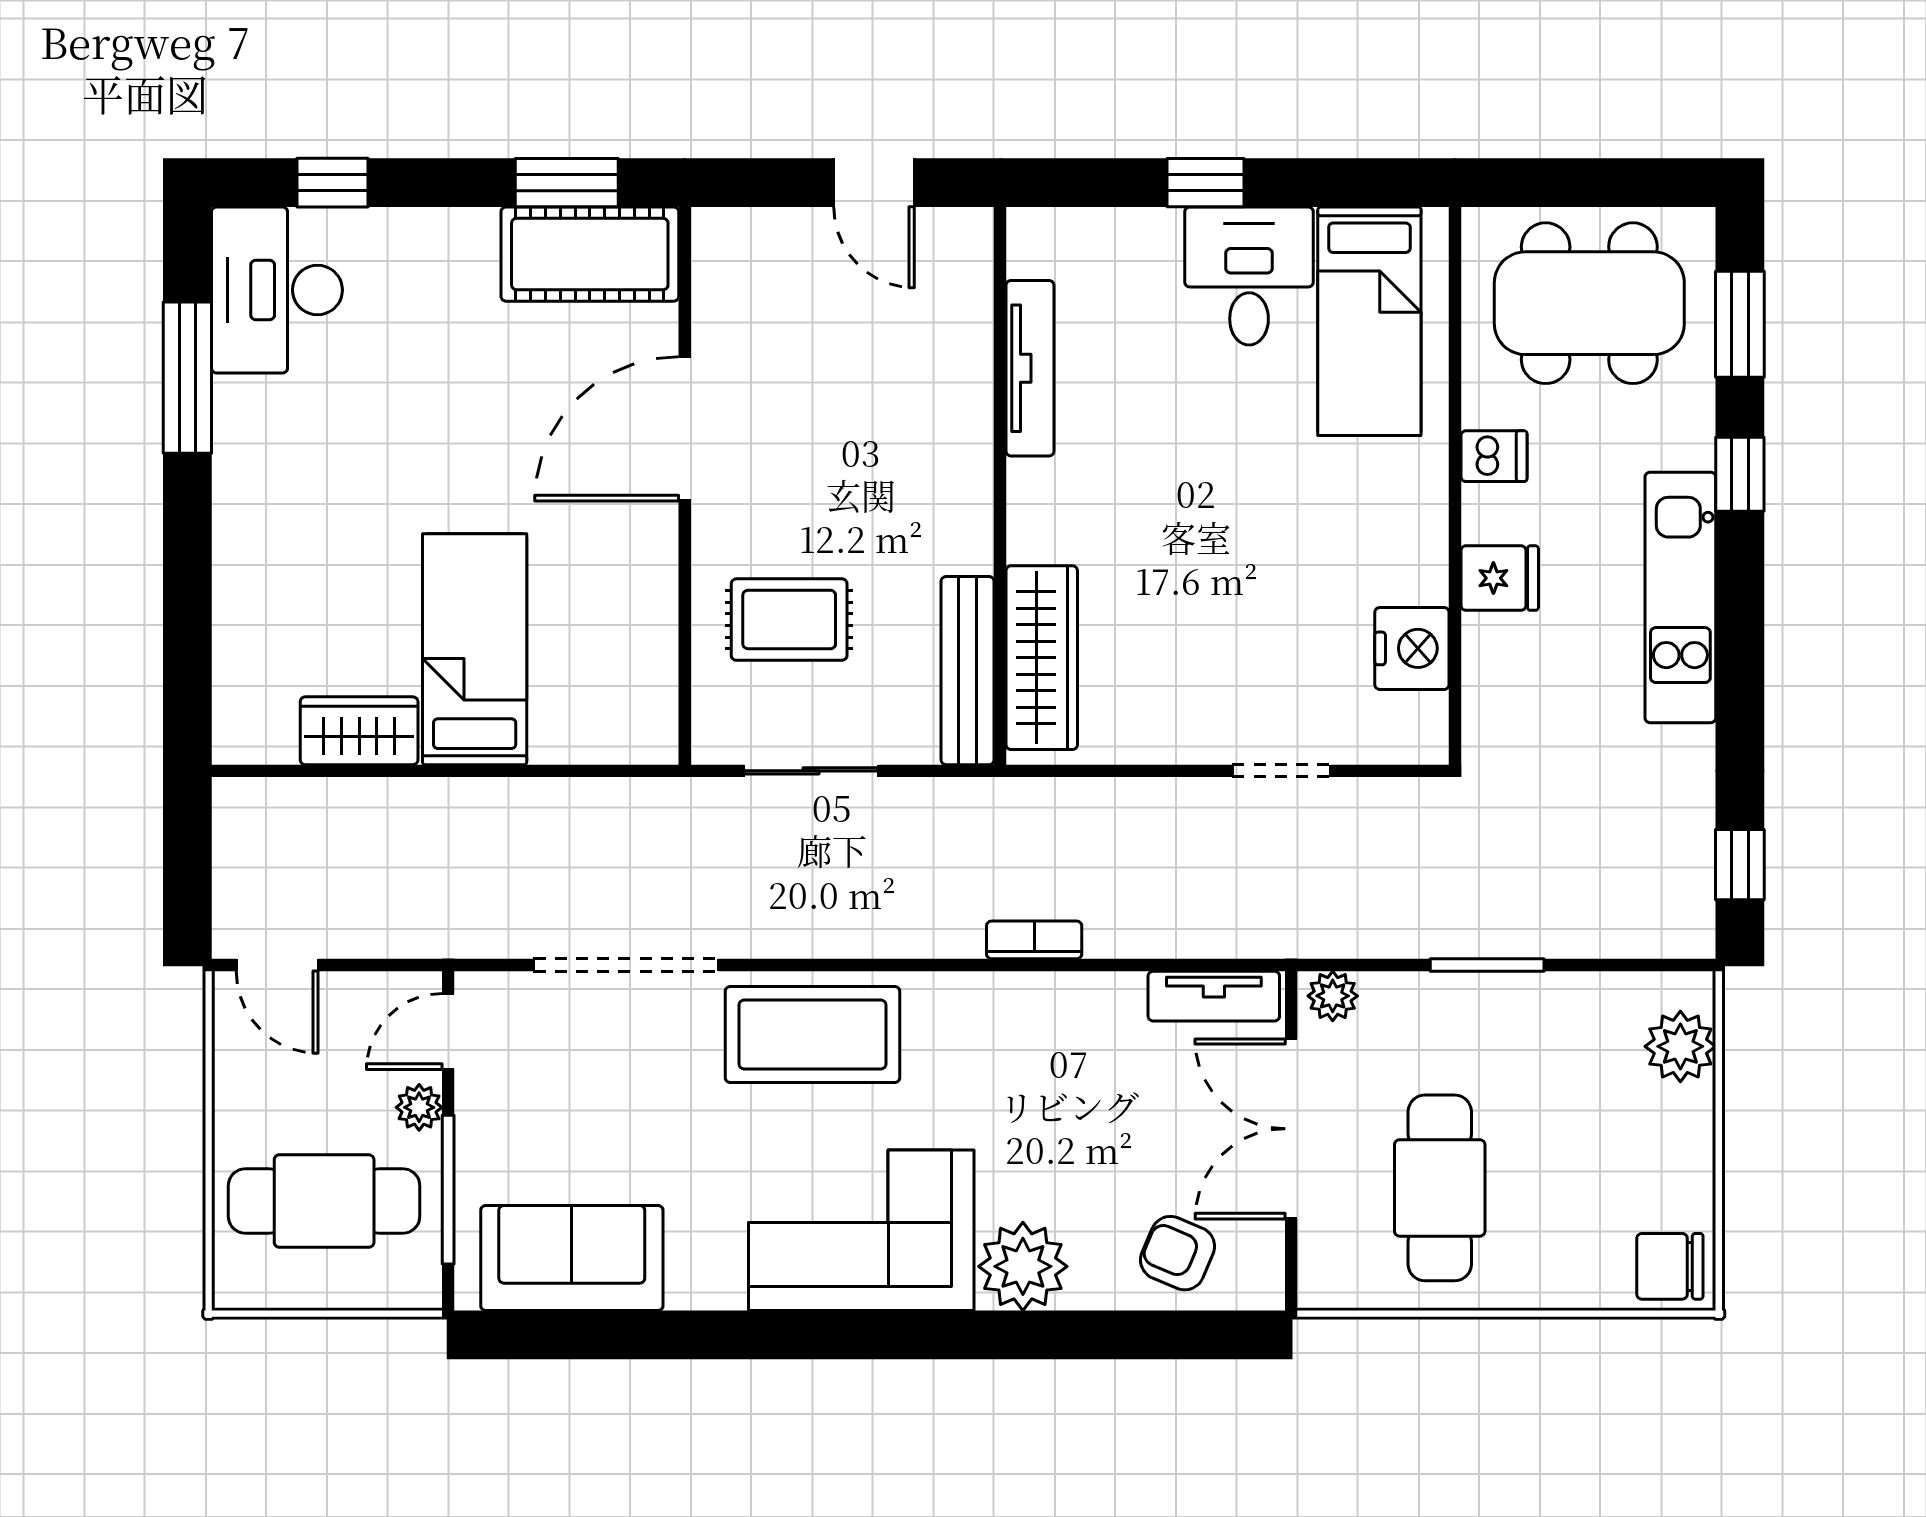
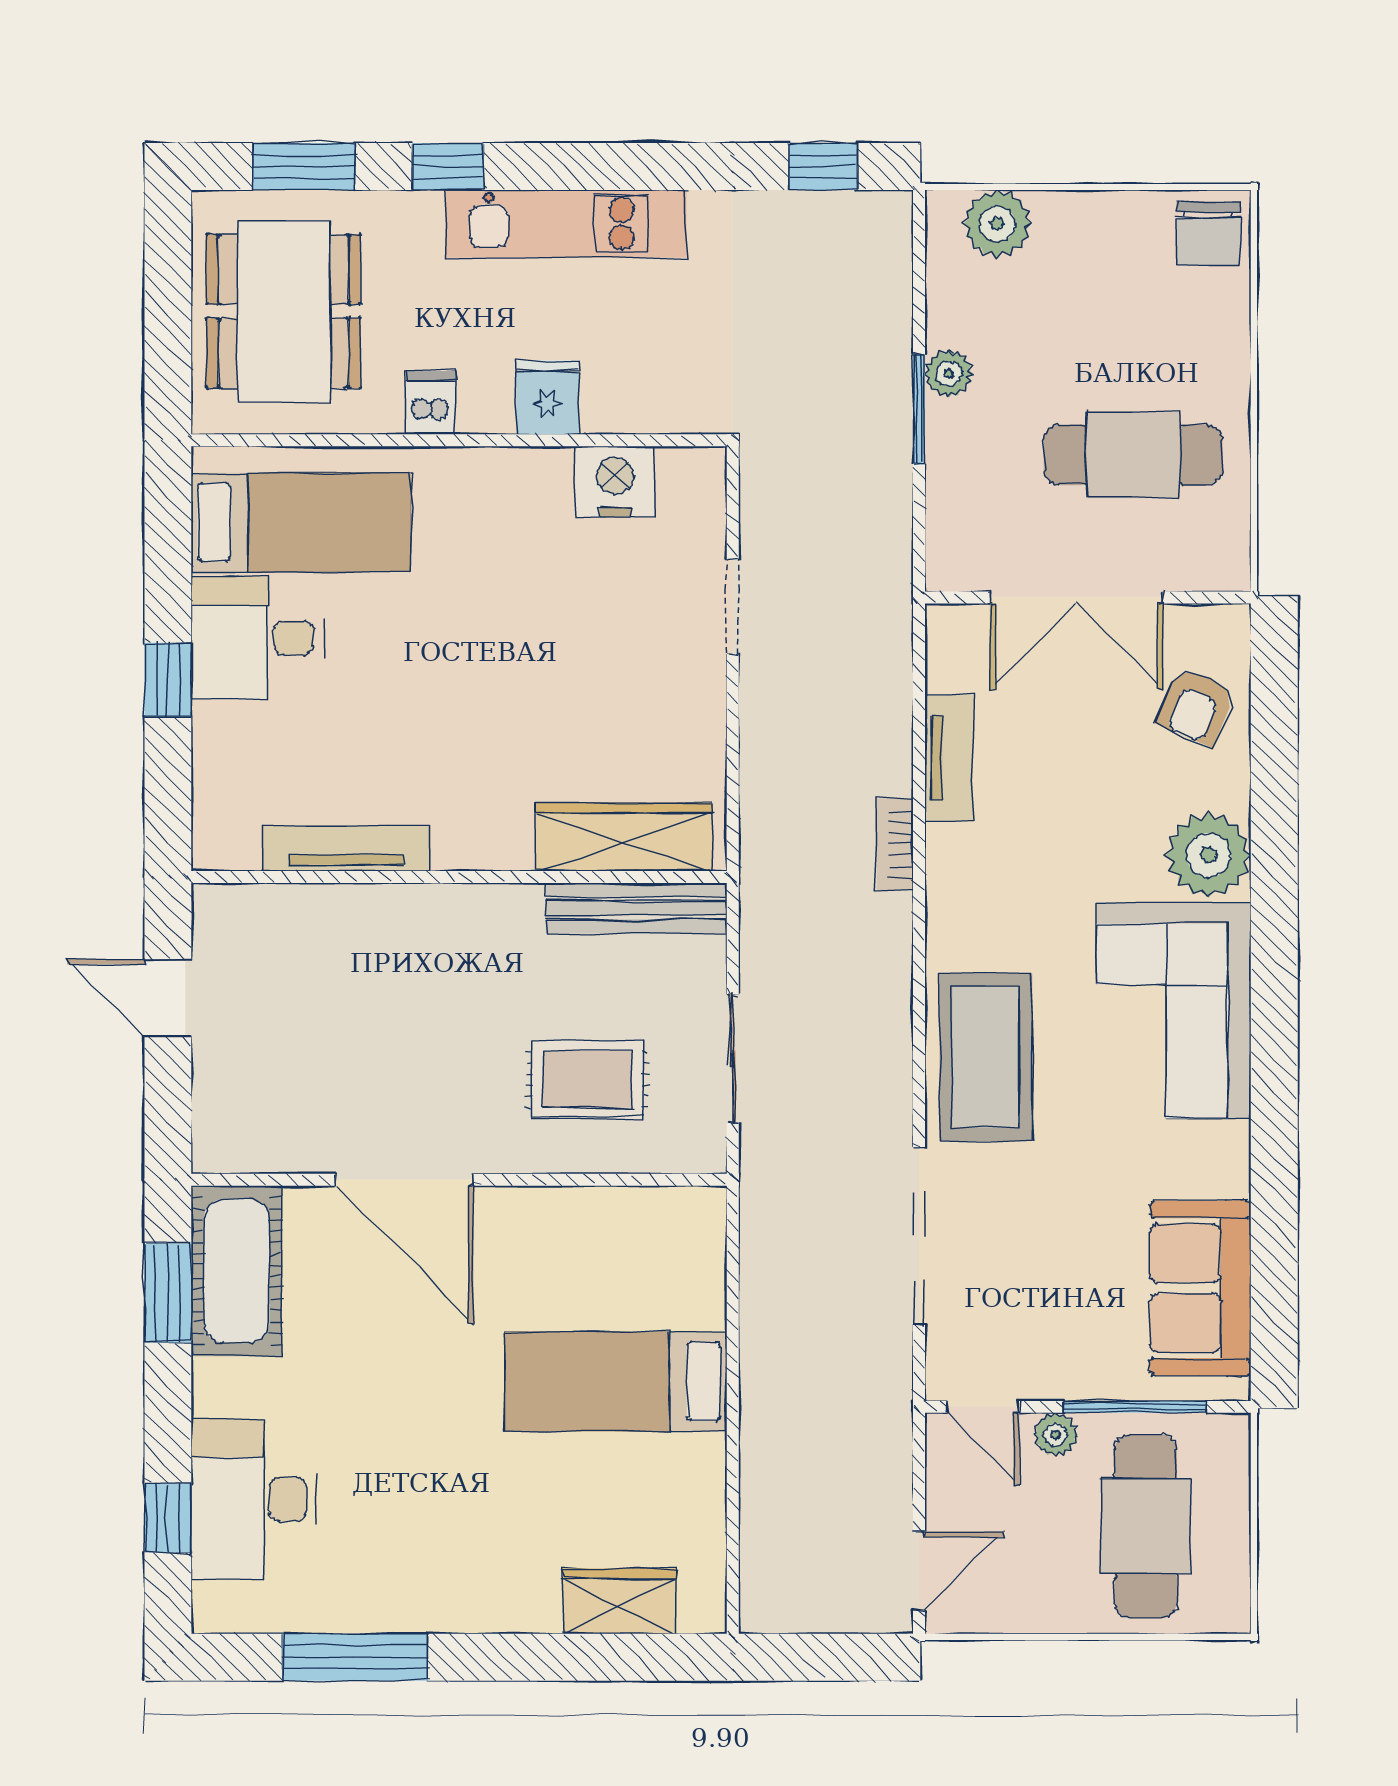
door: (874, 183) -> (168, 998), swing flipped
desk: (277, 290) -> (254, 1499), moved, turned 90
rug: (789, 620) -> (587, 1079), turned 90
wardrobe: (359, 731) -> (619, 1601), moved, turned 90
tv unit: (1214, 996) -> (949, 758), moved
plant: (1333, 996) -> (949, 373), moved

